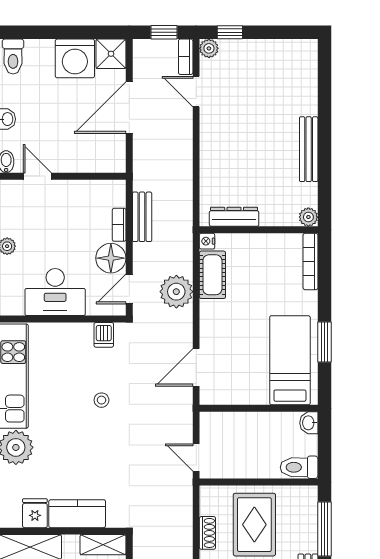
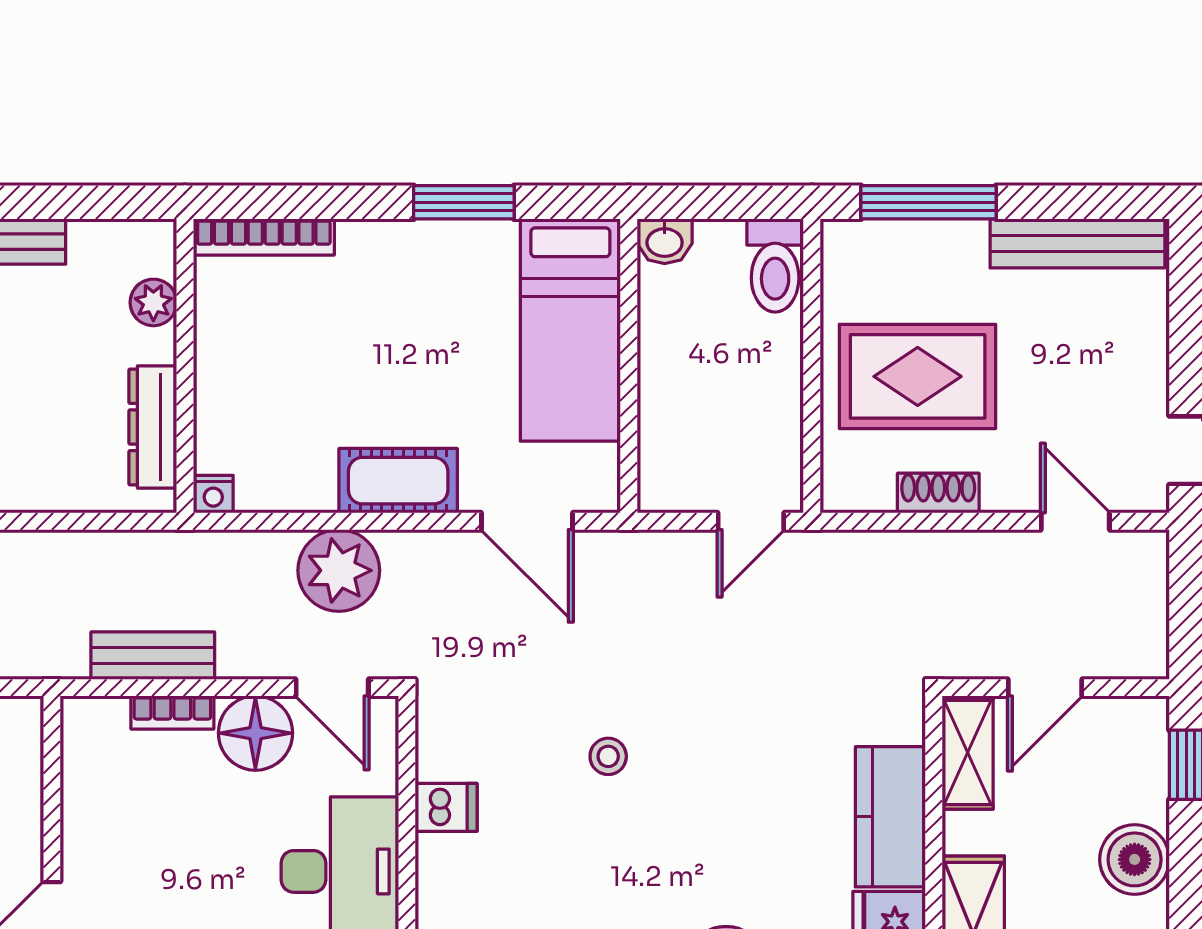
plant: (308, 217) -> (153, 302), moved
cot: (212, 275) -> (398, 481), moved
dishwasher: (104, 335) -> (446, 807), moved
bed: (290, 360) -> (570, 330), moved, turned -90

